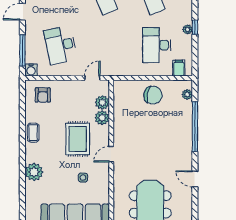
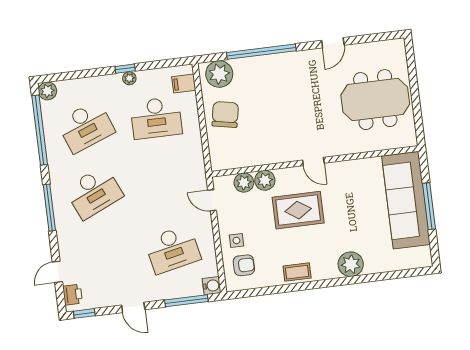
plant: (187, 94) -> (219, 74), width x1.88, depth x1.88
side table: (83, 178) -> (236, 240), moved

